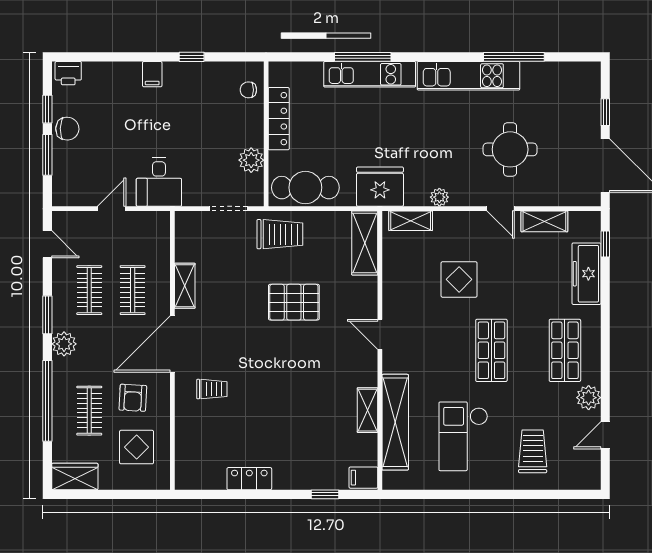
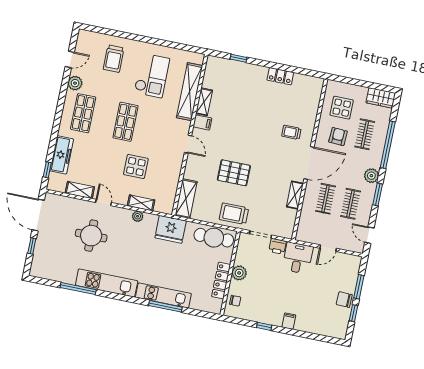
printer: (68, 73) -> (278, 246), moved, turned 180
plant: (251, 160) -> (239, 273), moved
shelving: (411, 221) -> (141, 203), moved
filing cabinet: (363, 478) -> (202, 122), moved

